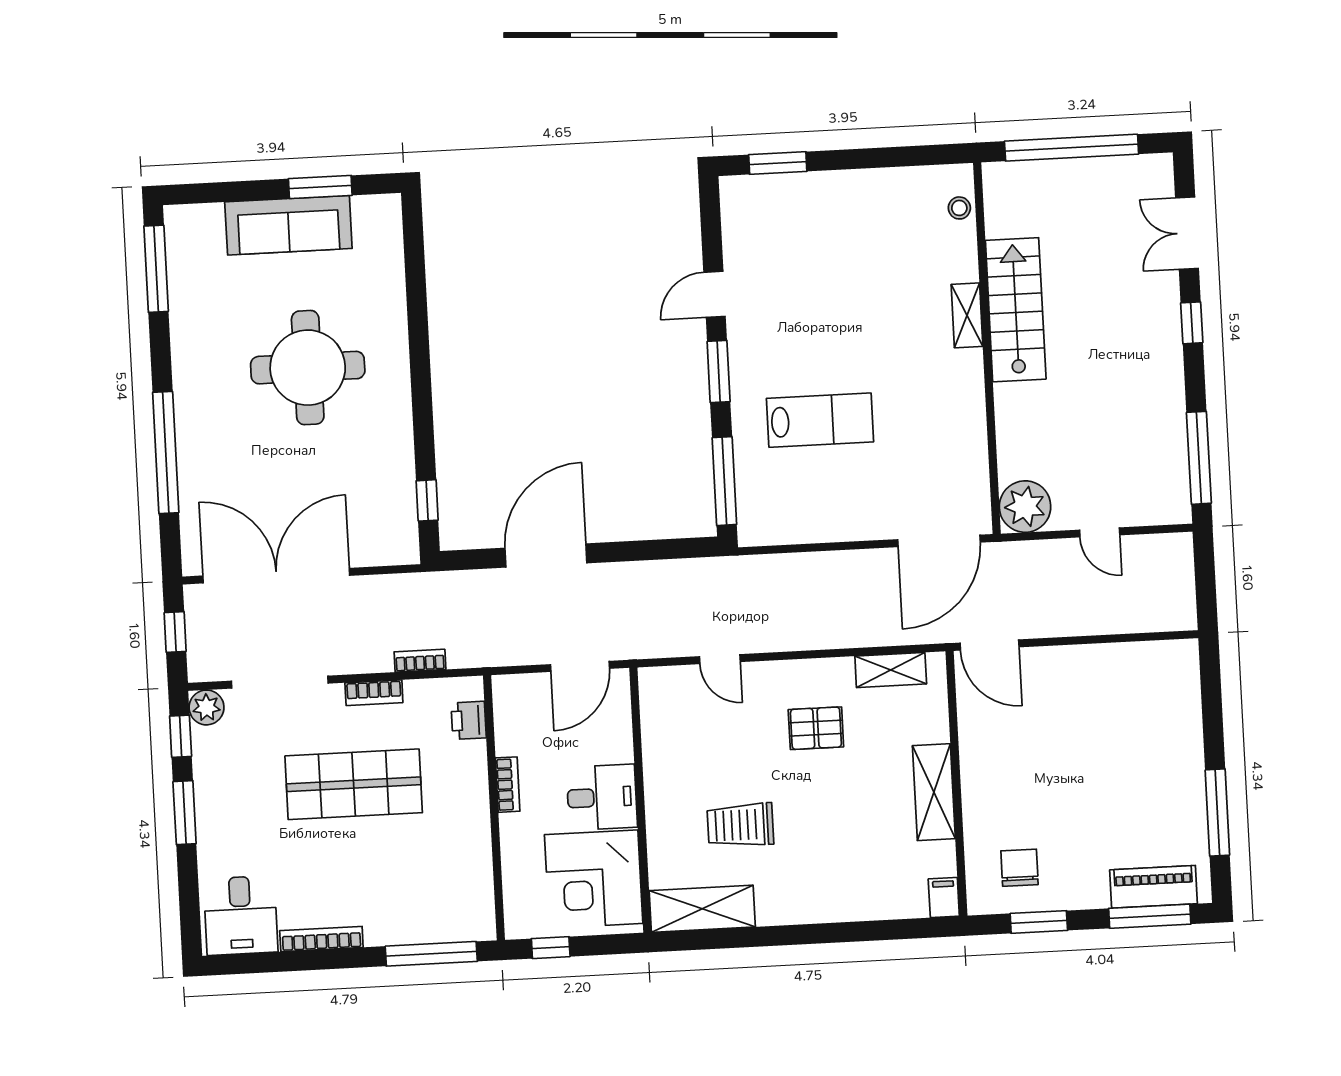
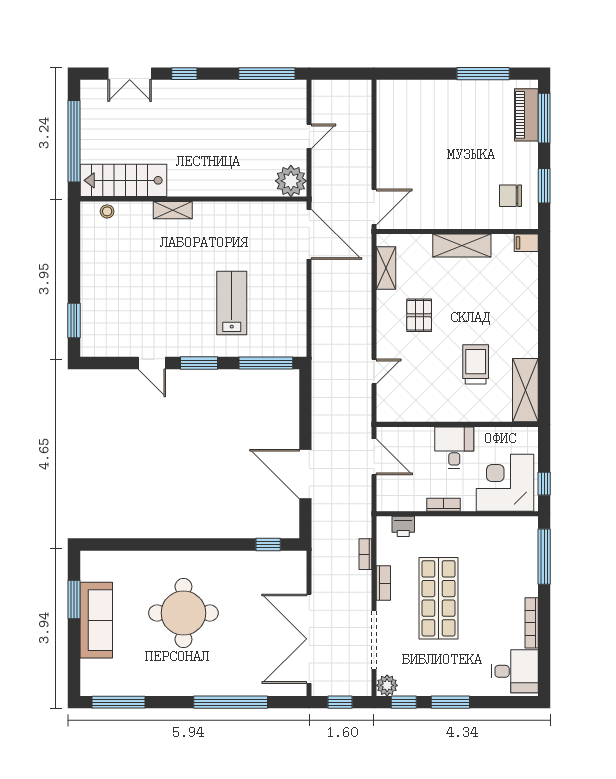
stairs: (1016, 310) -> (124, 180), moved
trolley: (740, 825) -> (476, 364), turned 180
corner desk: (594, 879) -> (505, 483), moved, turned 180

